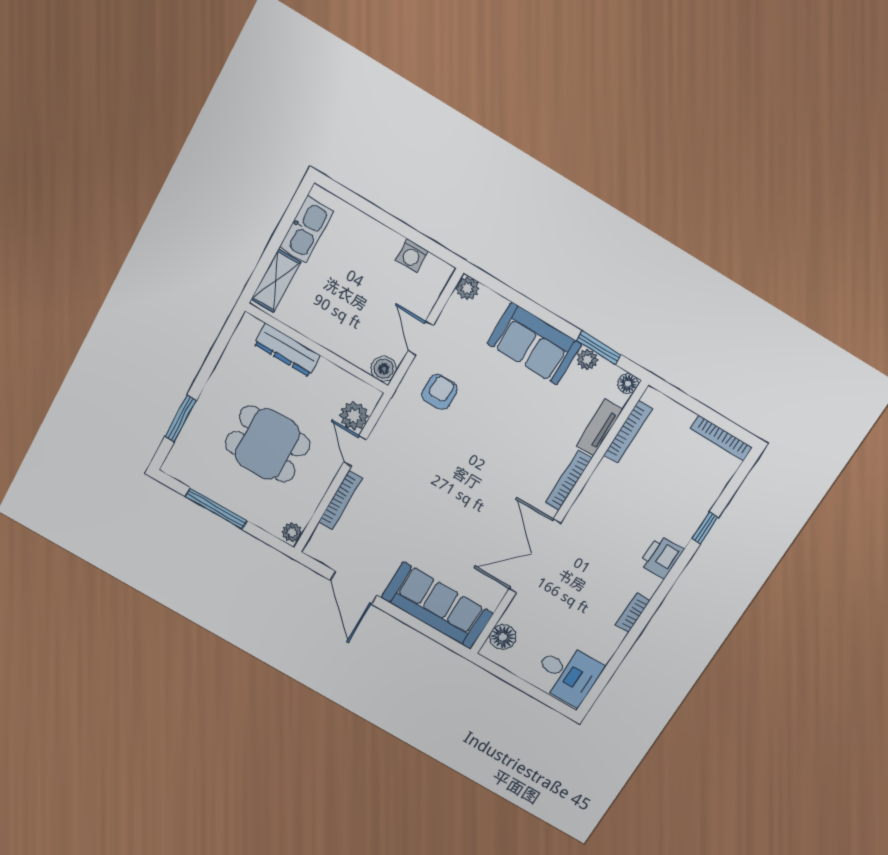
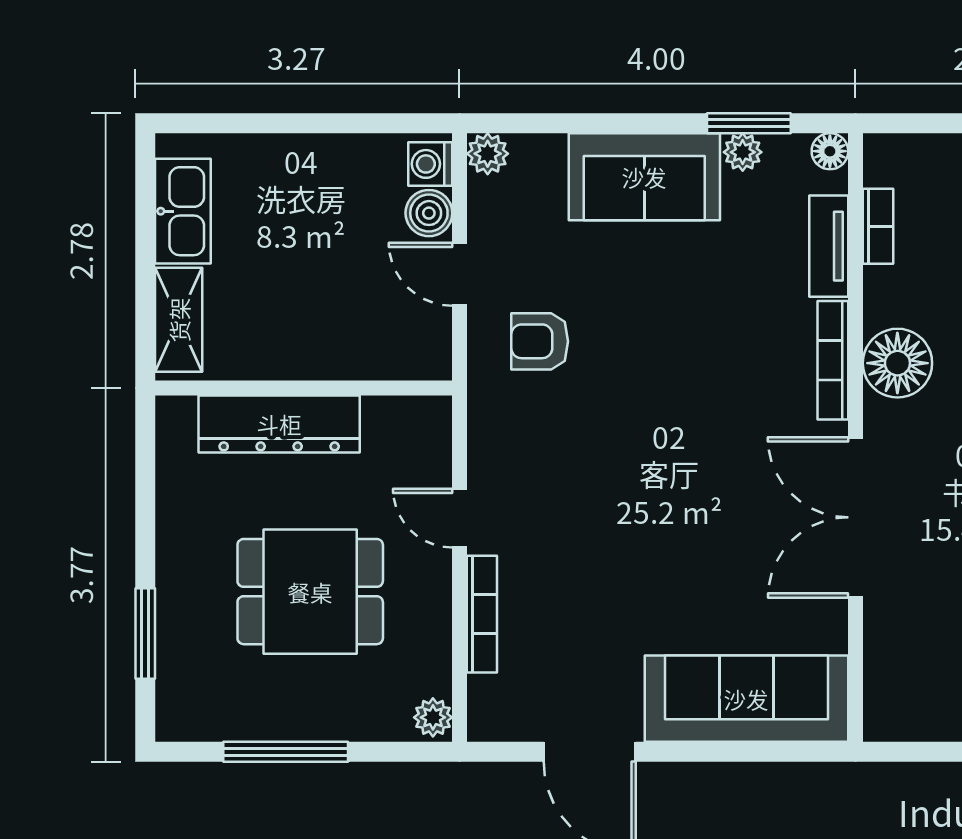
washing machine: (412, 256) -> (430, 164), moved, turned 90
dresser: (287, 350) -> (279, 424), width x1.37, depth x1.24
boiler: (384, 369) -> (429, 213), moved
armchair: (439, 392) -> (540, 341), turned -90
plant: (354, 416) -> (425, 462), removed
bookcase: (628, 432) -> (878, 226), width x0.64
floor lamp: (503, 637) -> (897, 363), moved, width x1.38, depth x1.38

